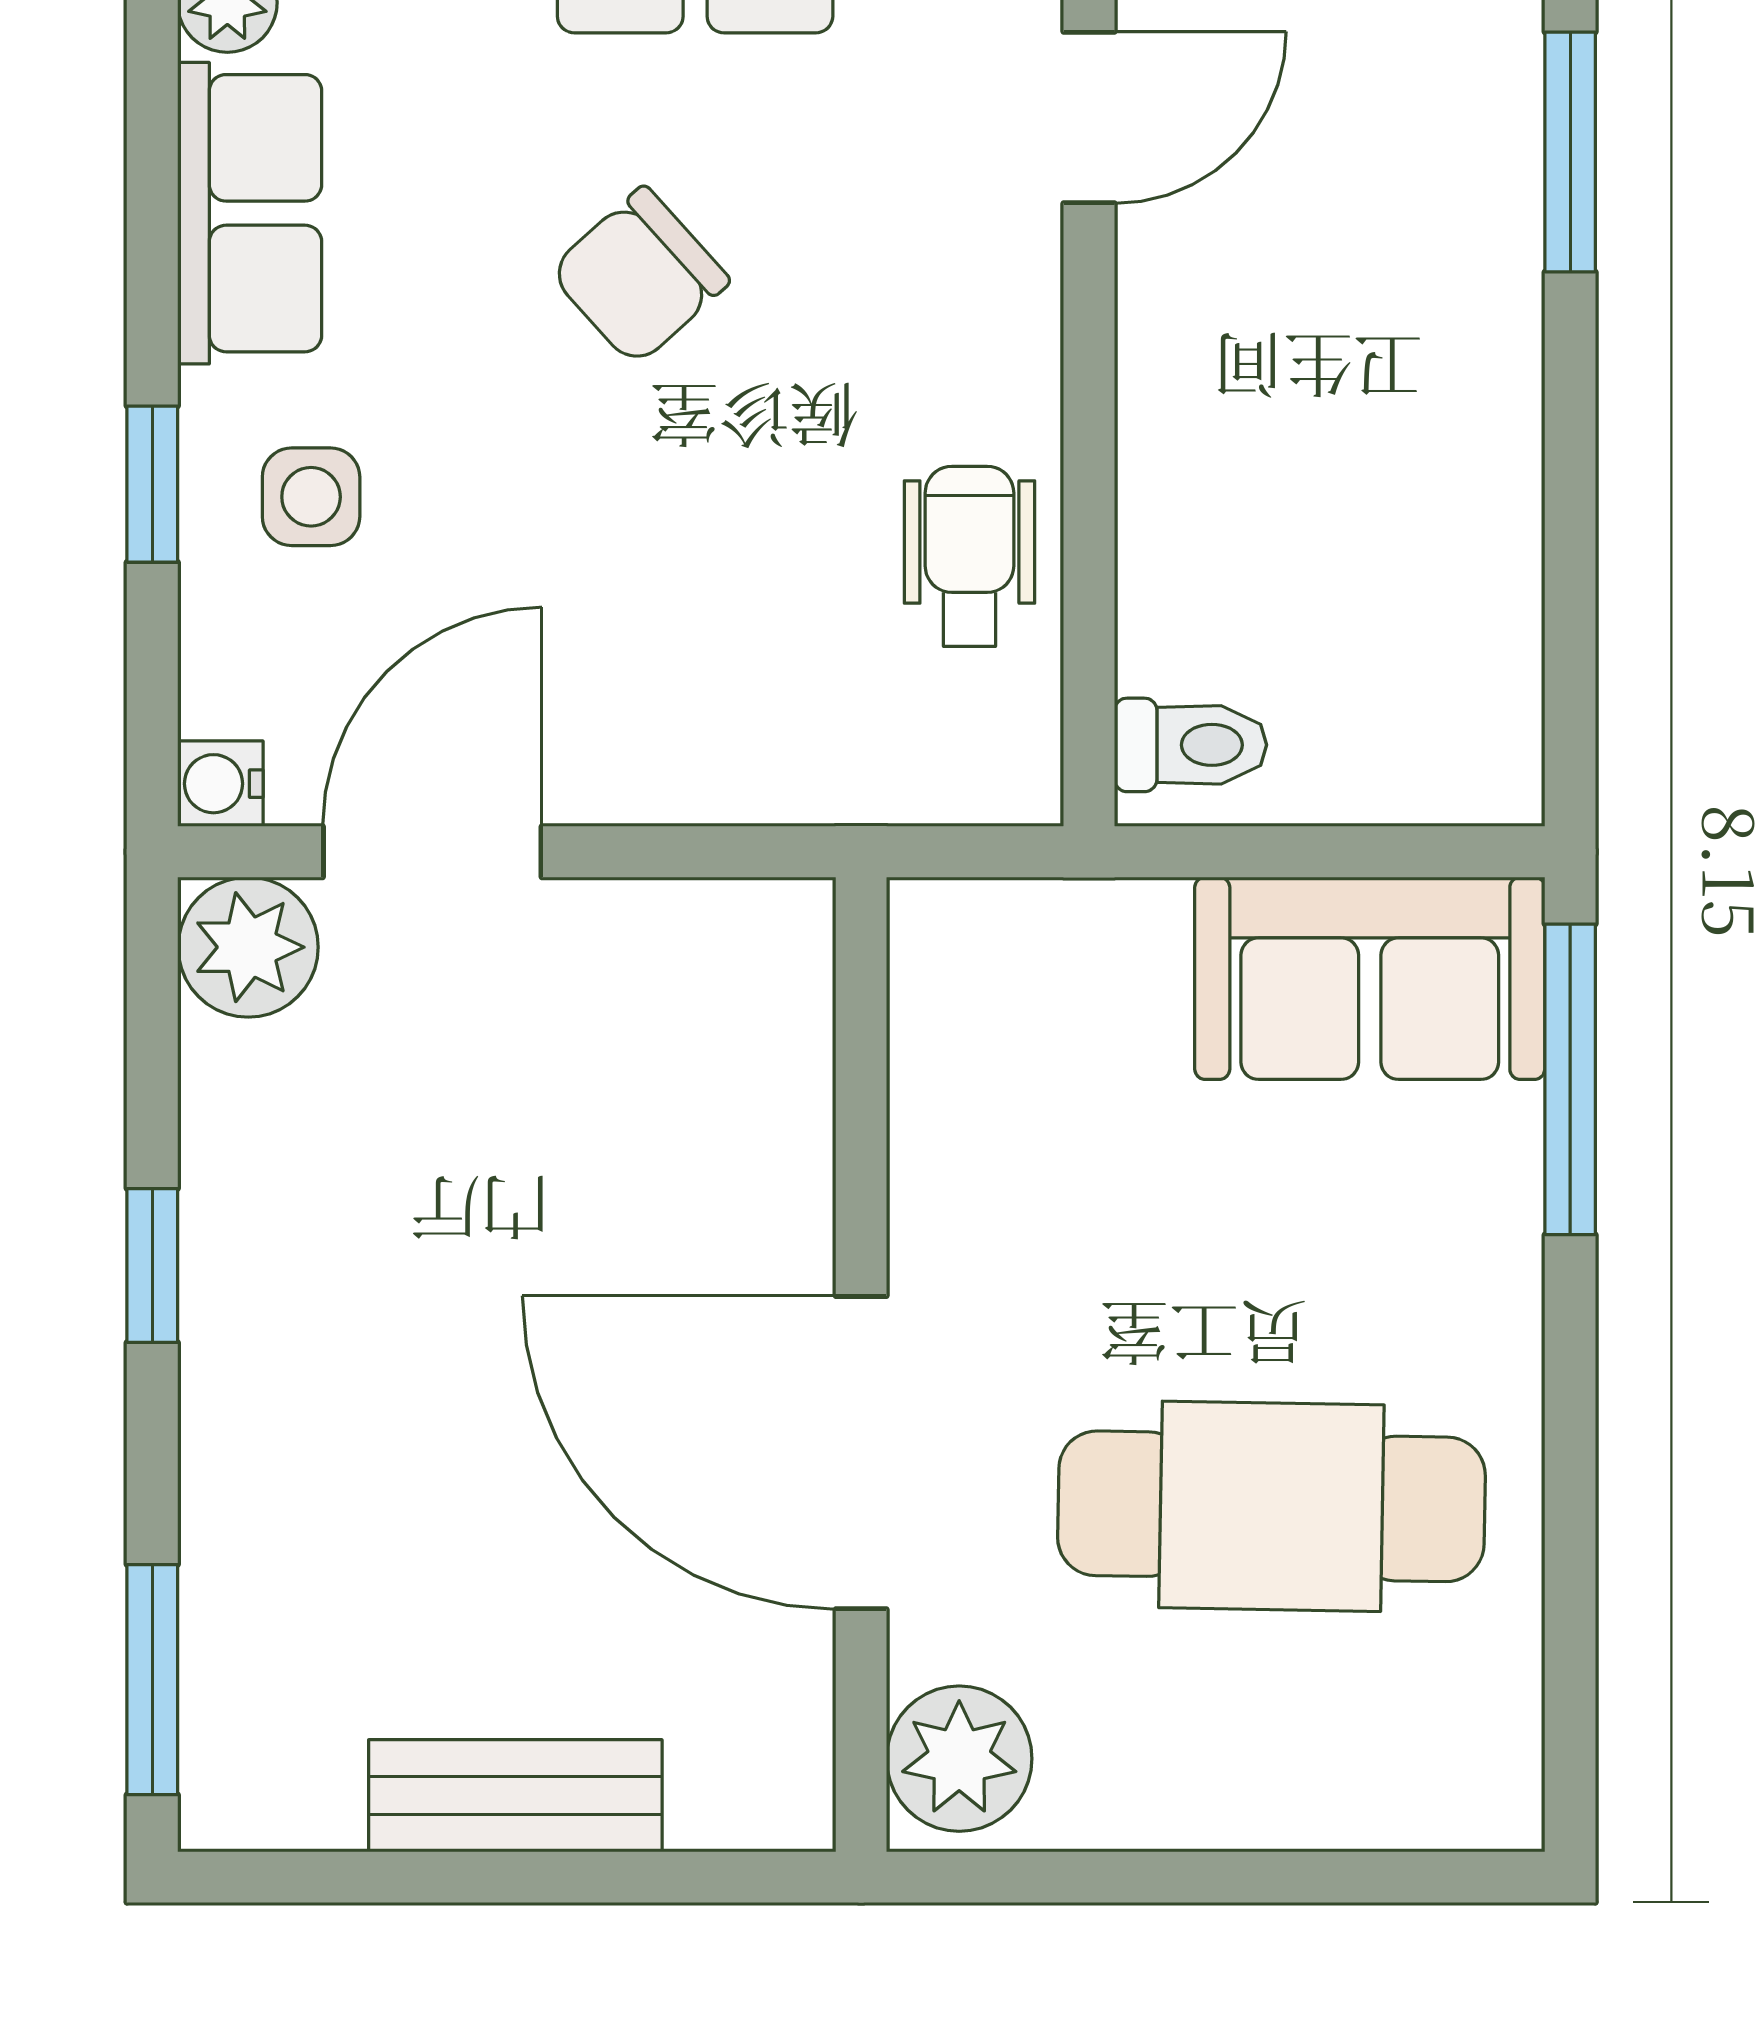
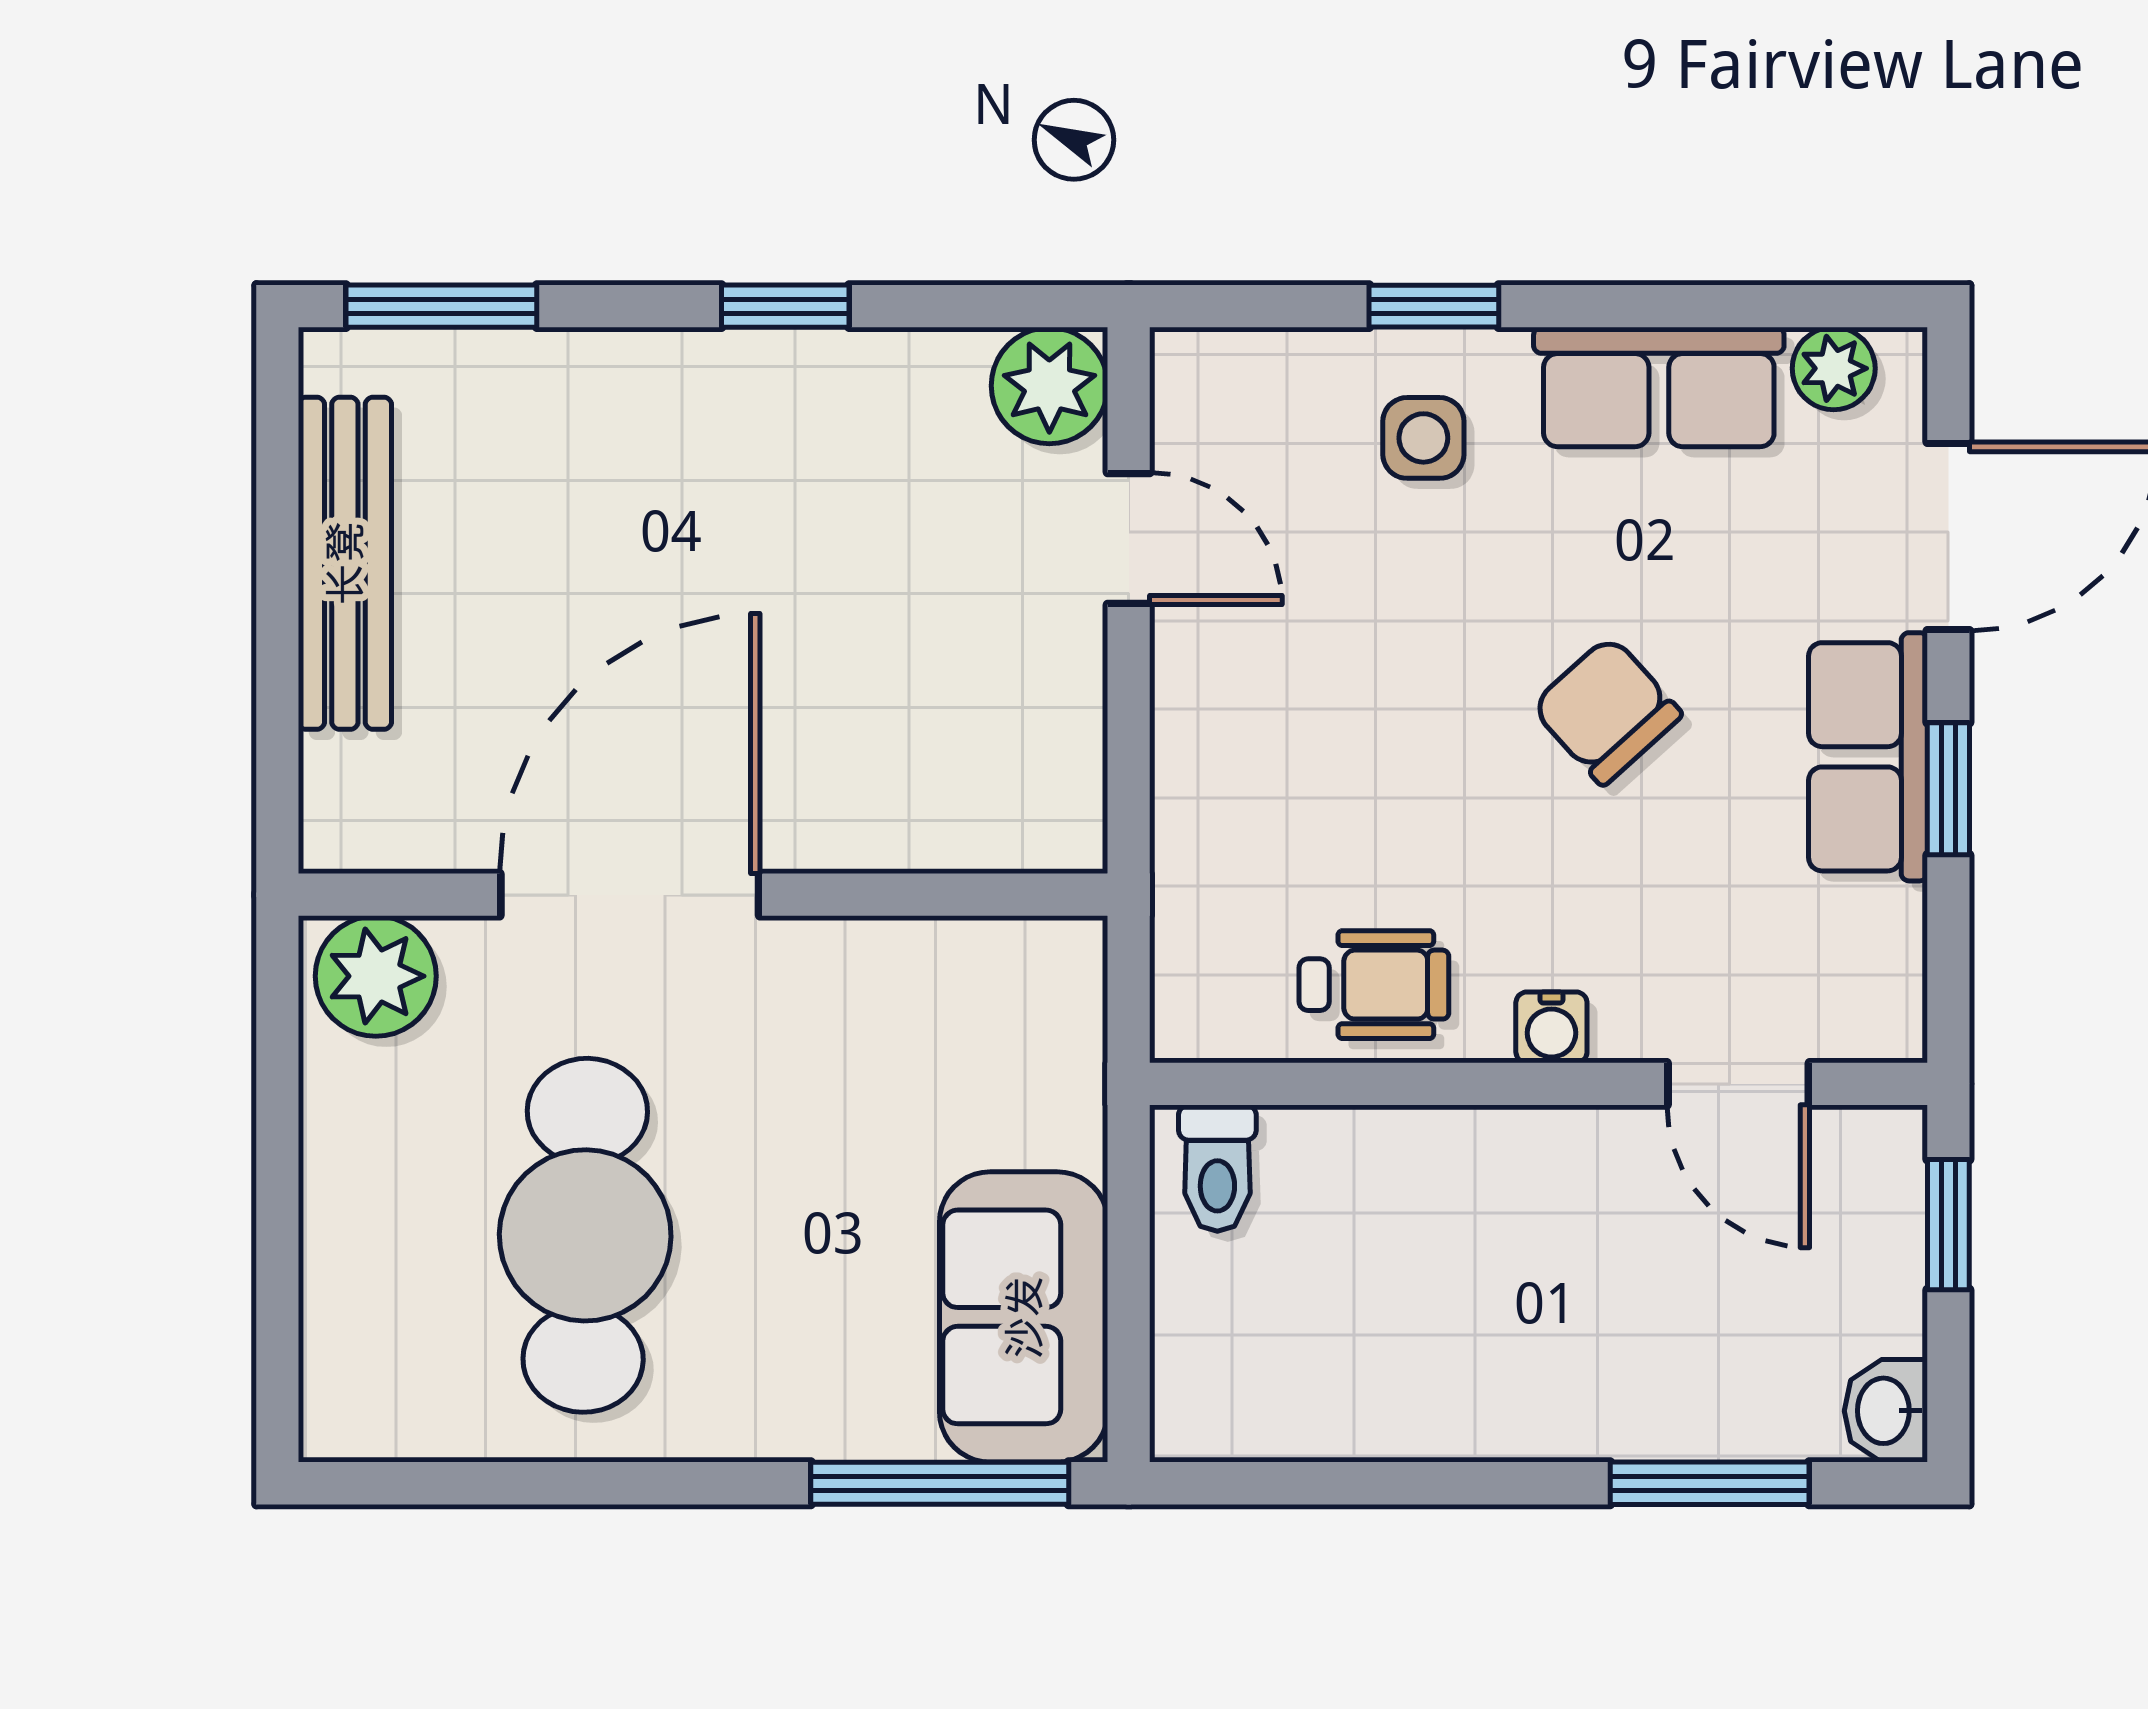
water cooler: (220, 784) -> (1551, 1027), moved, turned 180
door: (432, 852) -> (1129, 539), width x0.73
bench: (515, 1796) -> (345, 563), width x1.36

